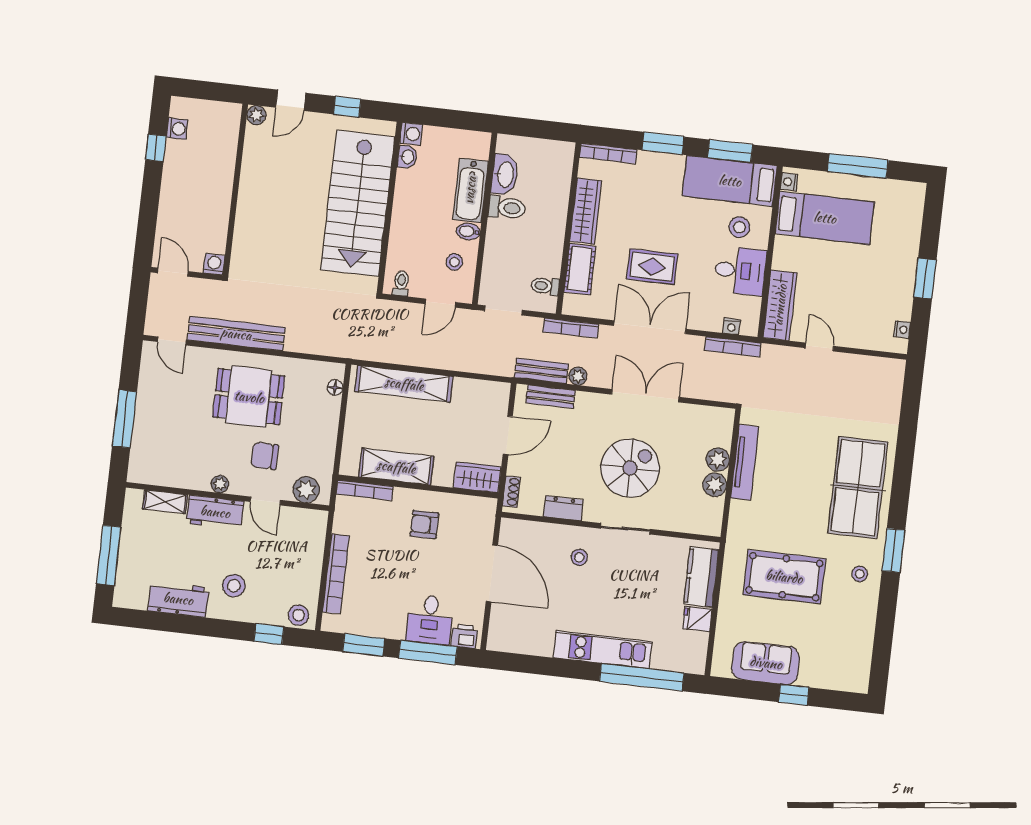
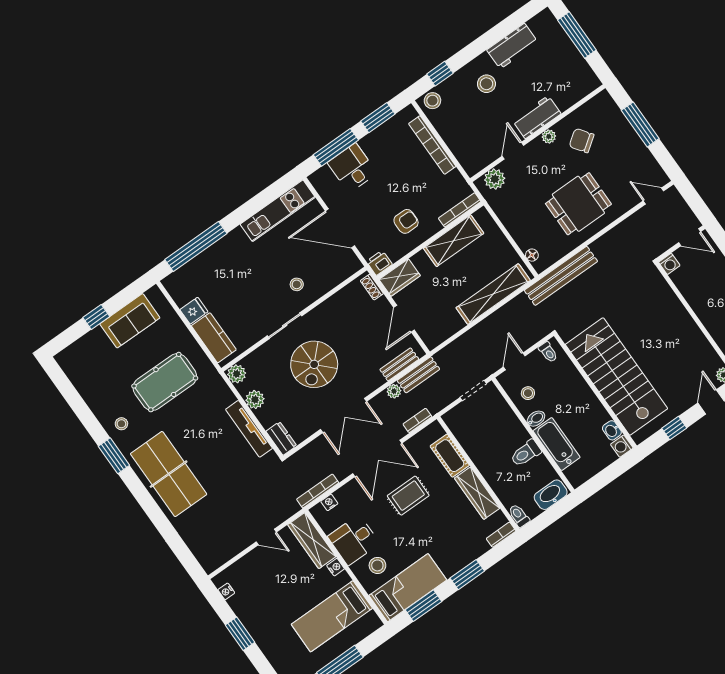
bookcase: (608, 153) -> (501, 535), width x0.64
washbasin: (505, 174) -> (551, 495), moved, turned 90
nightstand: (789, 182) -> (336, 567), moved
toilet: (545, 286) -> (519, 516), moved, turned -90
bookcase: (571, 328) -> (417, 420), width x0.64
bench: (236, 334) -> (561, 276), moved
chair: (265, 456) -> (582, 141), moved, turned -126
plant: (718, 460) -> (237, 374), moved
door: (265, 501) -> (513, 151), hinge flipped
shelving: (165, 502) -> (572, 97), removed
dresser: (563, 508) -> (281, 438), moved, turned -90
printer: (464, 636) -> (379, 263), moved, turned 180
kitchen unit: (603, 650) -> (278, 211), moved

